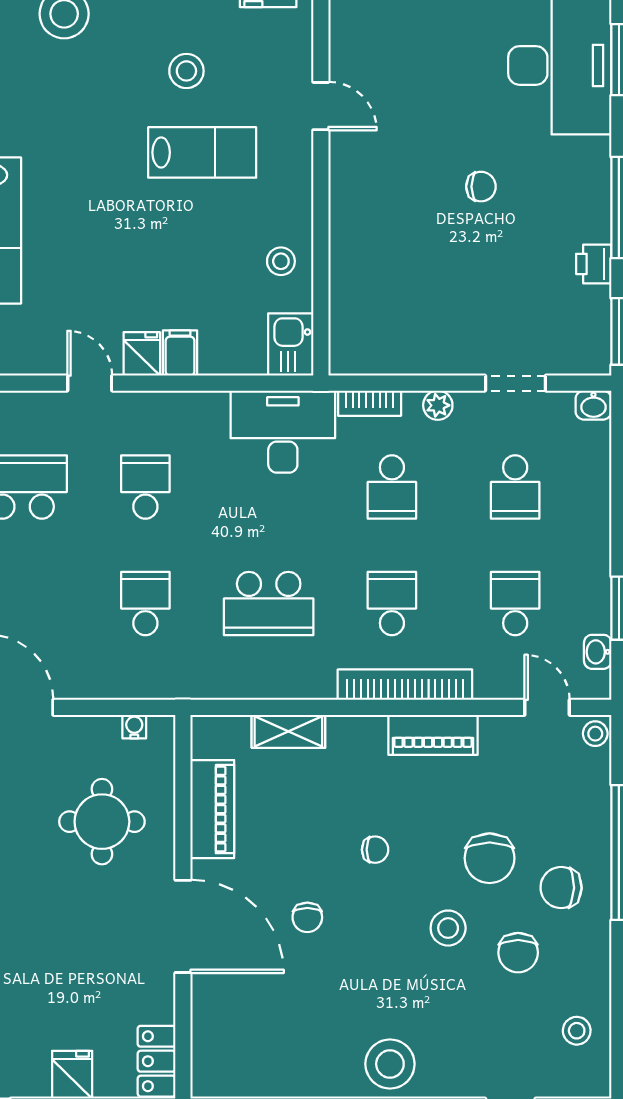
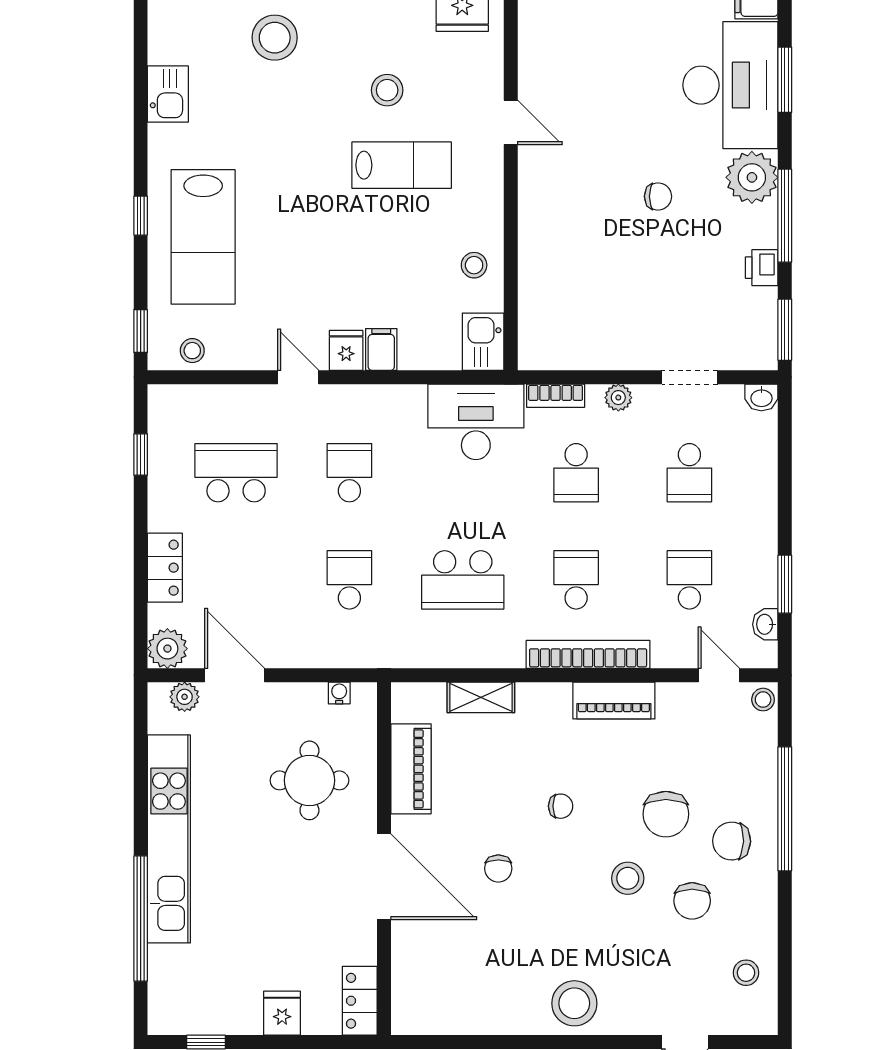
plant: (583, 166) -> (752, 177), added

